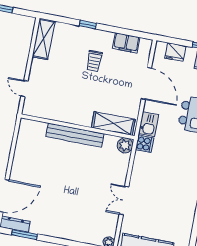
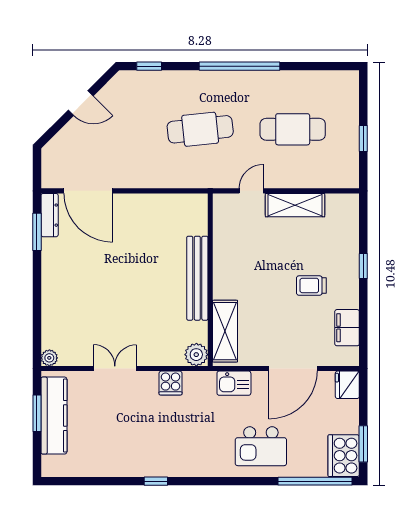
shelving: (44, 39) -> (295, 205), moved
fridge: (175, 52) -> (347, 385), moved
cooker: (145, 144) -> (171, 383), moved

